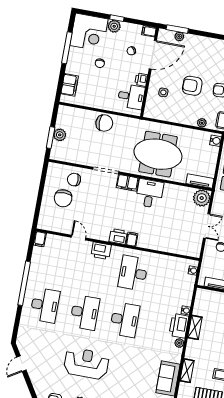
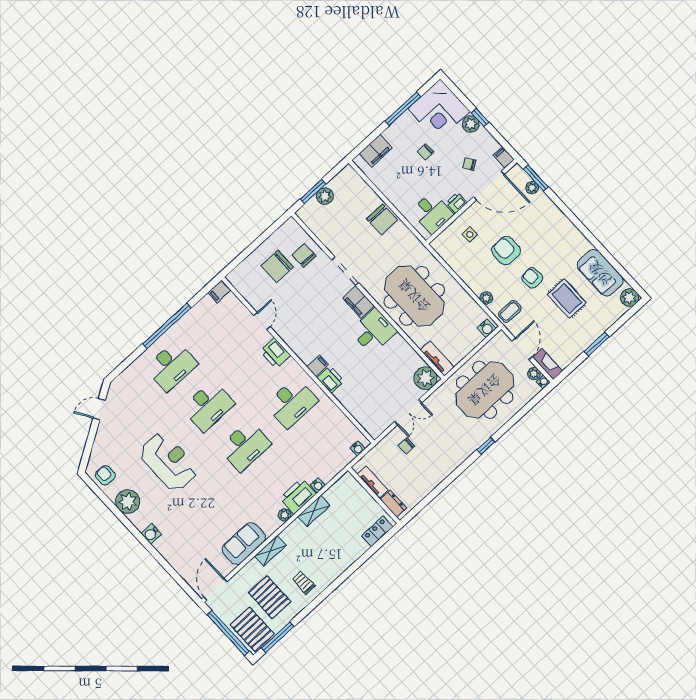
printer: (118, 237) -> (331, 379), moved
desk: (133, 273) -> (292, 403), turned 180

